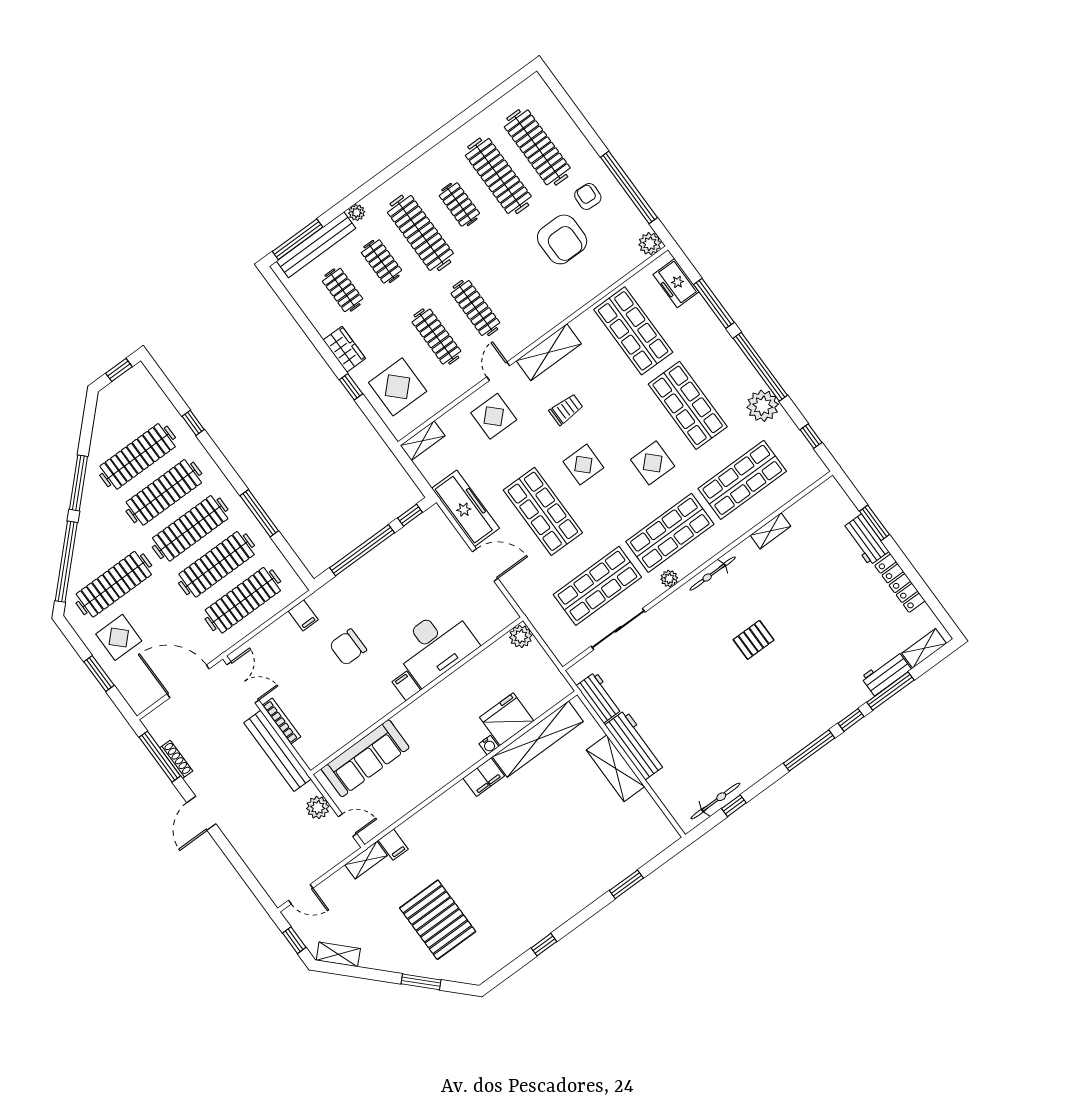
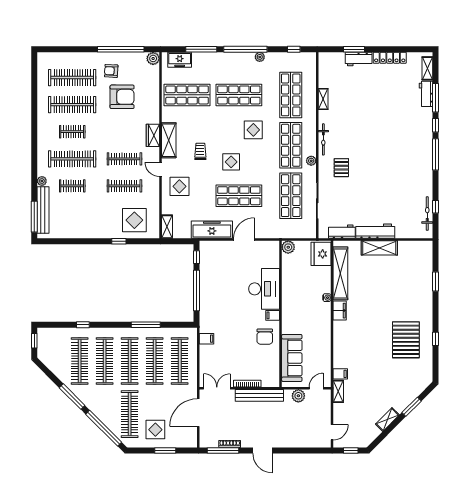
clothes rail: (343, 290) -> (72, 213), removed
wardrobe: (344, 349) -> (153, 135), moved, turned -90
plant: (763, 406) -> (260, 57), width x0.53, depth x0.53
pallet: (754, 640) -> (341, 168), moved
chair: (348, 647) -> (265, 337), moved
fridge: (507, 719) -> (321, 254), moved
pallet: (438, 920) -> (406, 340), moved, turned 90
shelving: (338, 954) -> (387, 420), moved

